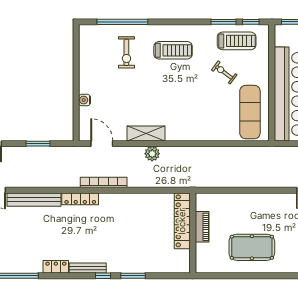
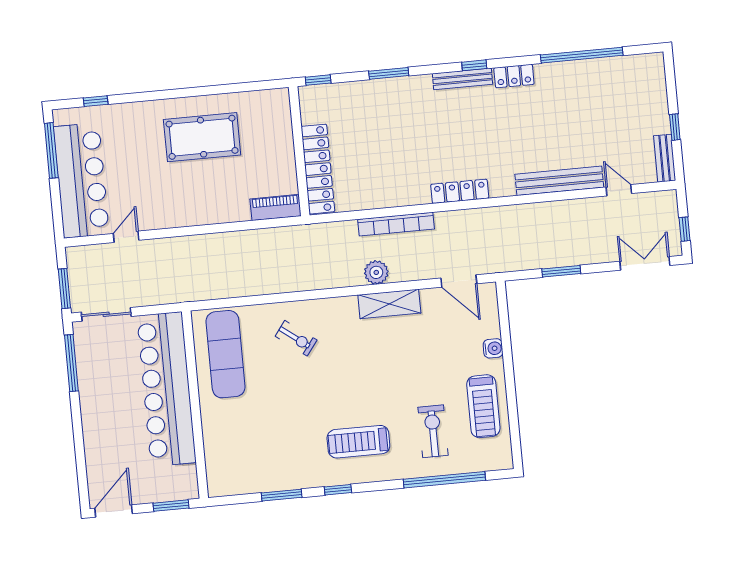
window: (251, 22) -> (338, 490), moved
treadmill: (237, 41) -> (483, 406), moved, turned -90
exercise bike: (224, 72) -> (296, 338), moved
bookcase: (104, 182) -> (396, 224), moved
locker: (80, 199) -> (460, 191), moved
piano: (202, 227) -> (276, 207), moved, turned 90
window: (103, 276) -> (474, 65), moved
window: (177, 276) -> (318, 80), added

